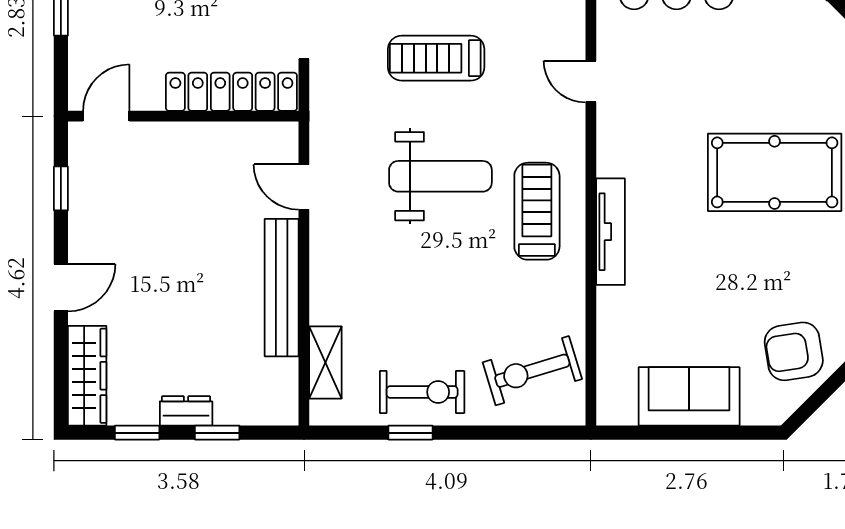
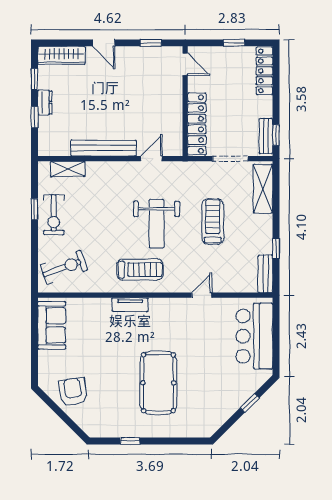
tv unit: (610, 232) -> (130, 305), width x0.71
exercise bike: (532, 371) -> (64, 267), turned 87
sofa: (689, 396) -> (52, 325), moved

